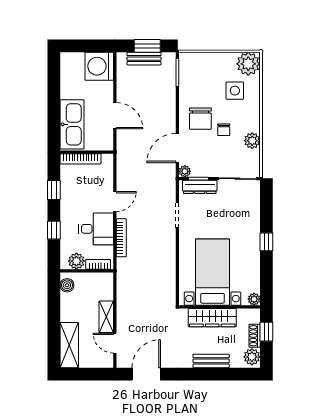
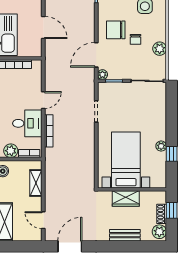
chair: (200, 119) -> (116, 30), turned 90
dresser: (200, 187) -> (115, 88), removed
window: (266, 242) -> (172, 154), moved
plant: (254, 299) -> (161, 146), moved
shelving: (106, 317) -> (36, 183), moved
wardrobe: (212, 318) -> (126, 199), width x0.67

